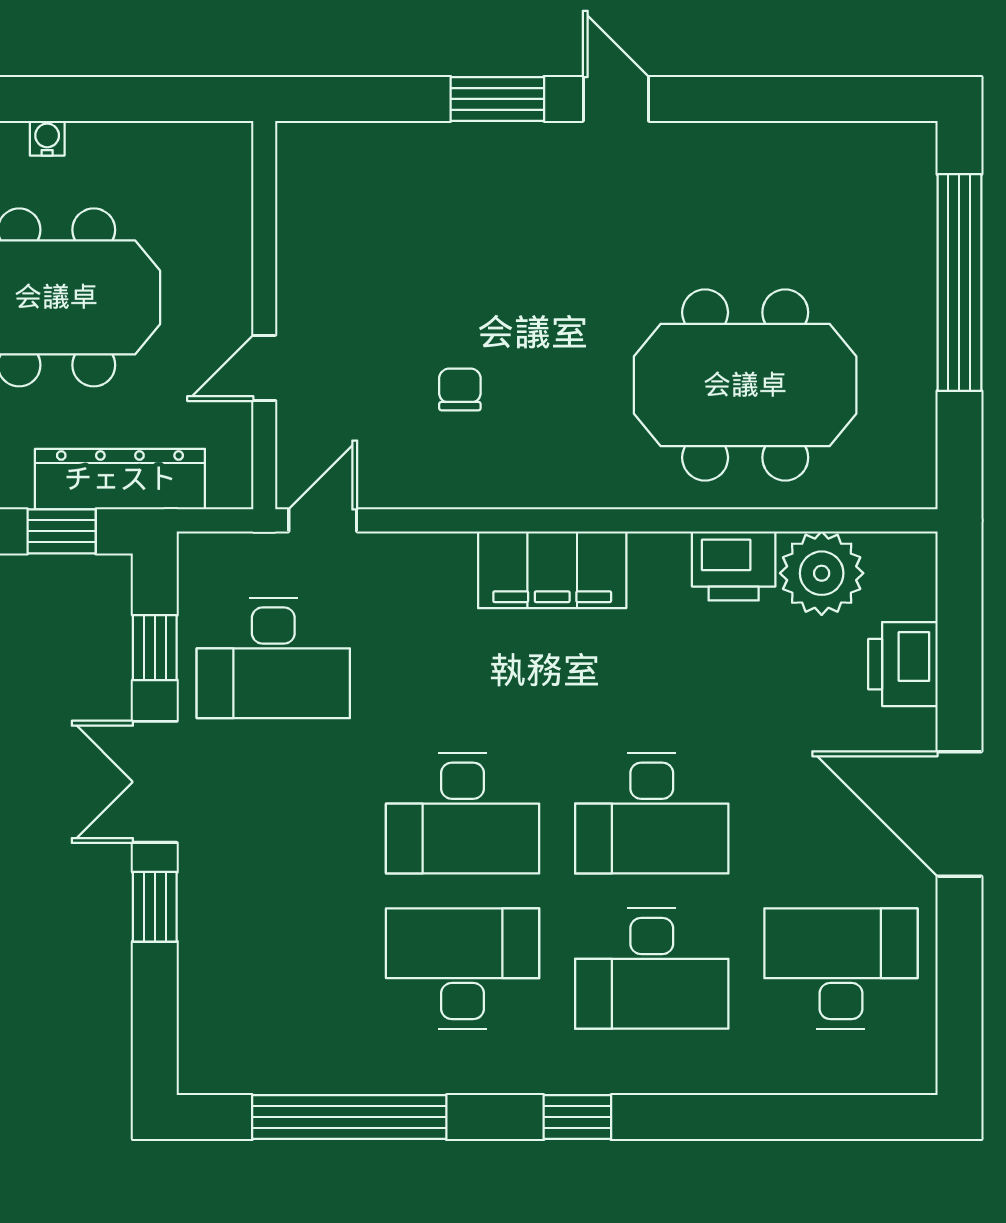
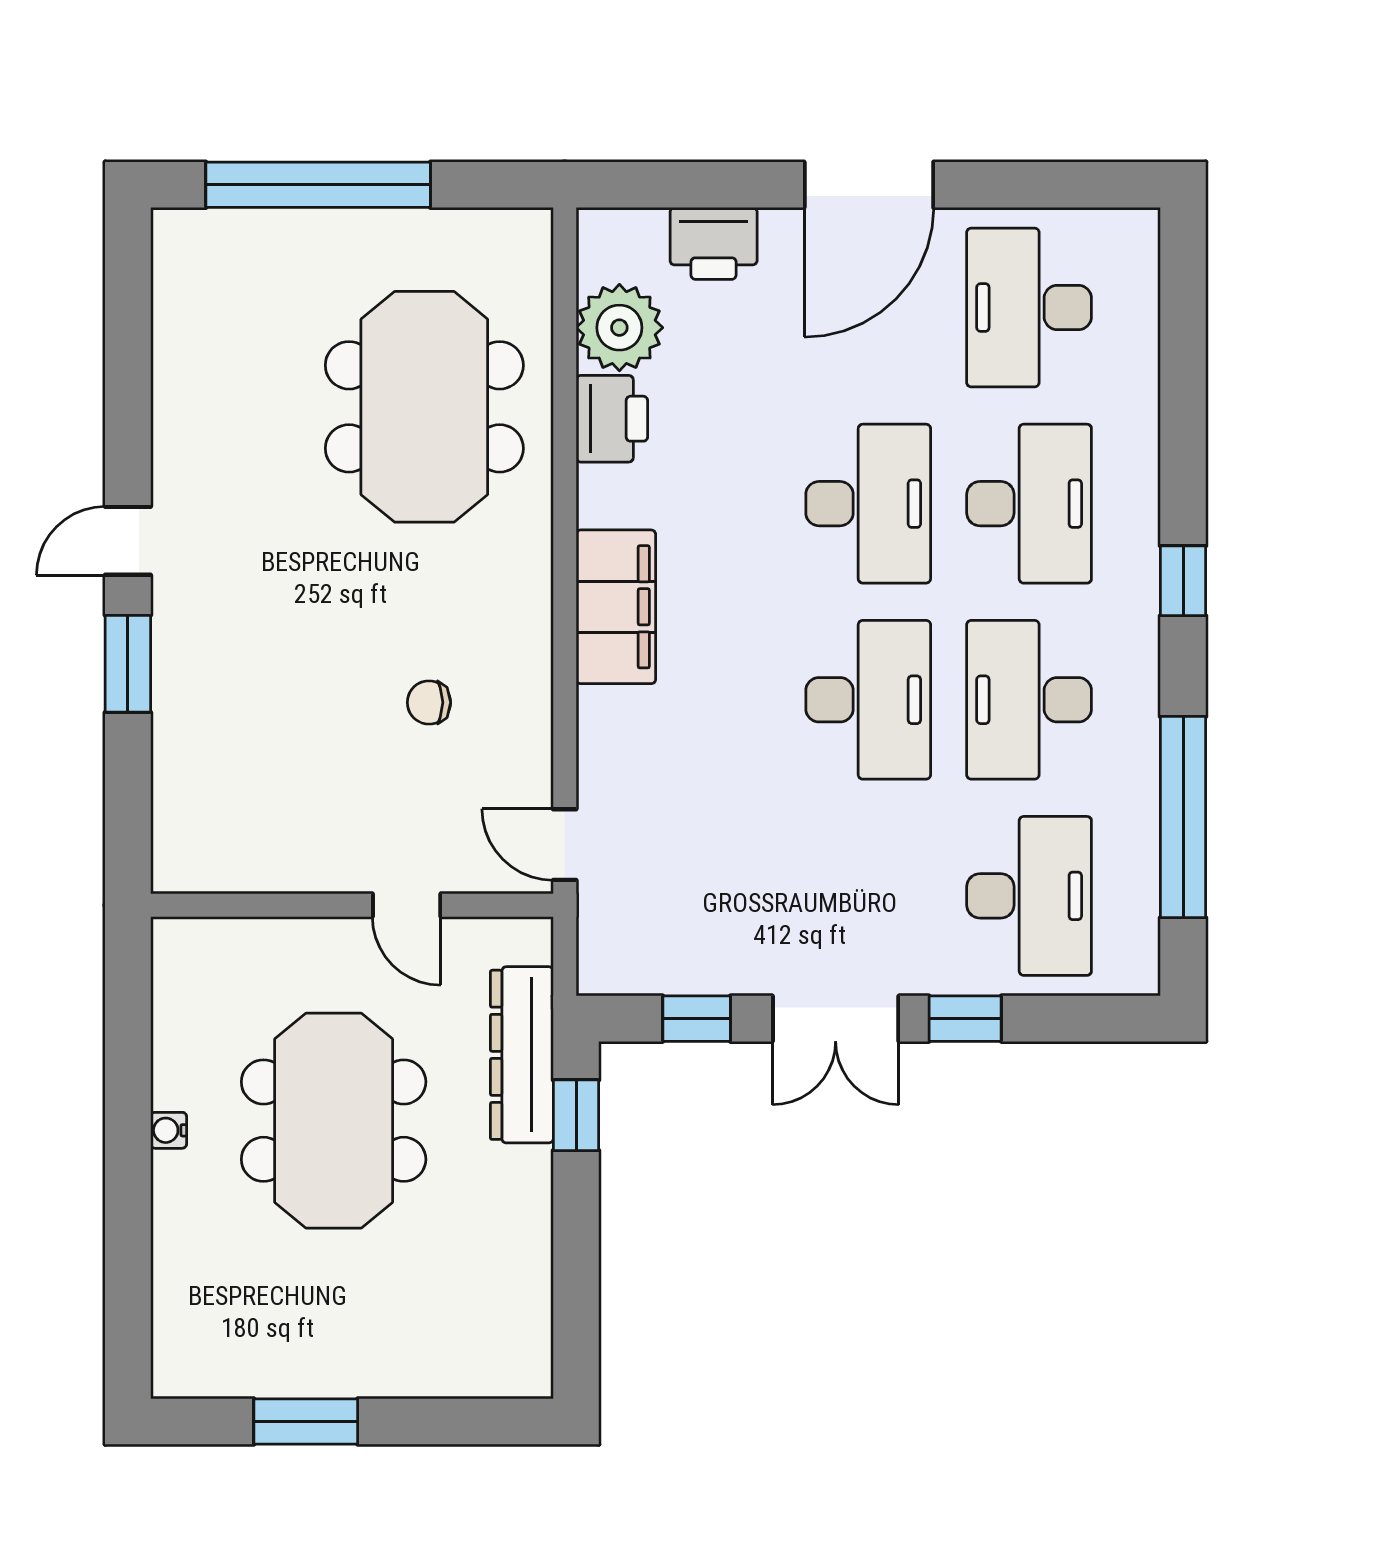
desk: (273, 658) -> (1029, 896), moved

